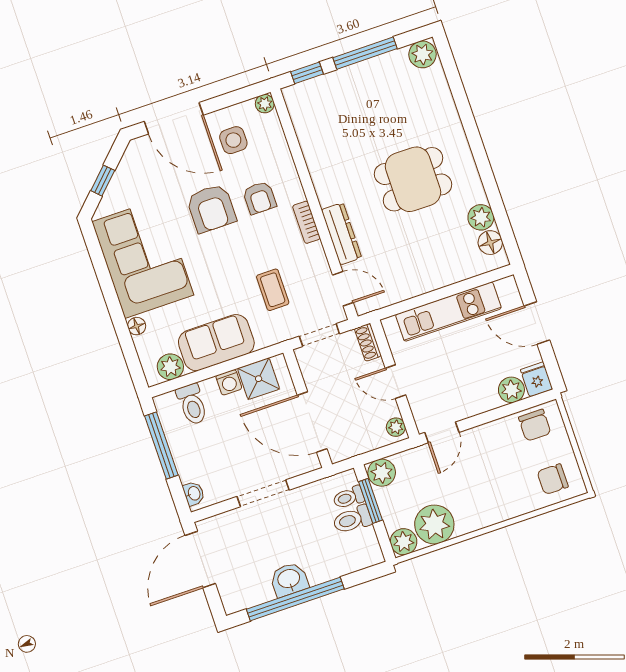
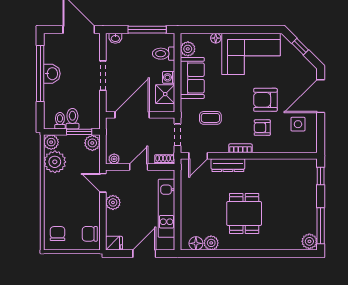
window: (365, 53) -> (321, 226), moved
plant: (265, 104) -> (312, 148), removed
plant: (511, 390) -> (113, 202), moved
toilet: (349, 497) -> (60, 121), moved

